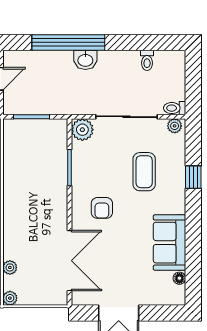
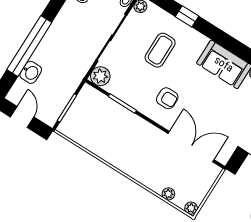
washbasin: (85, 60) -> (31, 72), moved
coffee table: (144, 172) -> (160, 50), turned 90

